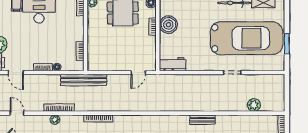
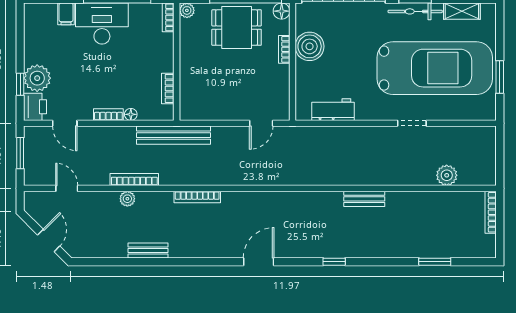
workbench: (173, 64) -> (333, 110), moved

